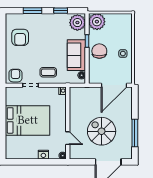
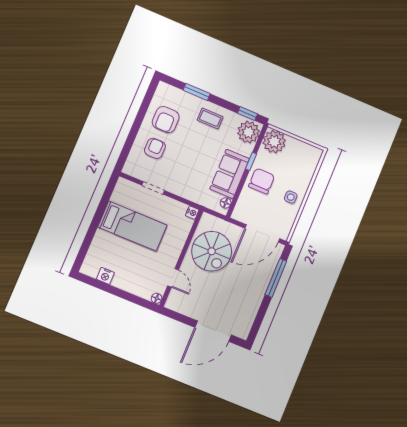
window: (61, 11) -> (247, 114), moved
coffee table: (48, 72) -> (210, 118), moved
armchair: (15, 76) -> (155, 148), moved
bed: (28, 120) -> (132, 226), width x0.67
spiral stairs: (102, 131) -> (212, 251), moved, turned 180
window: (135, 133) -> (276, 278), moved
nightstand: (43, 155) -> (105, 276), moved

